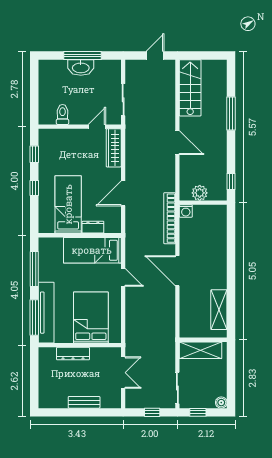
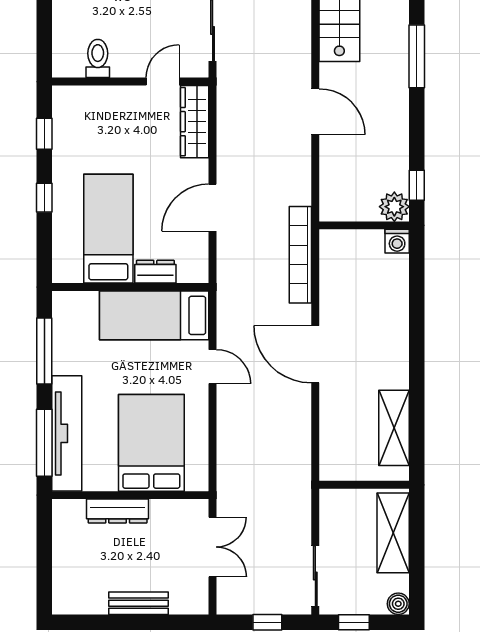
plant: (200, 193) -> (394, 207), moved
washing machine: (186, 211) -> (397, 241), moved
shelving: (201, 350) -> (393, 533), moved, turned 90

